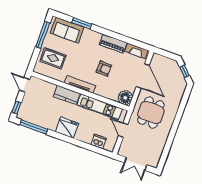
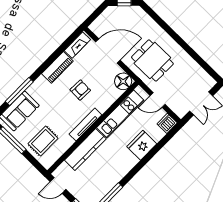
window: (82, 23) -> (19, 92), width x1.44
kitchen counter: (67, 95) -> (85, 150), width x1.50
fridge: (67, 128) -> (142, 145), moved
dishwasher: (99, 142) -> (167, 123), moved

